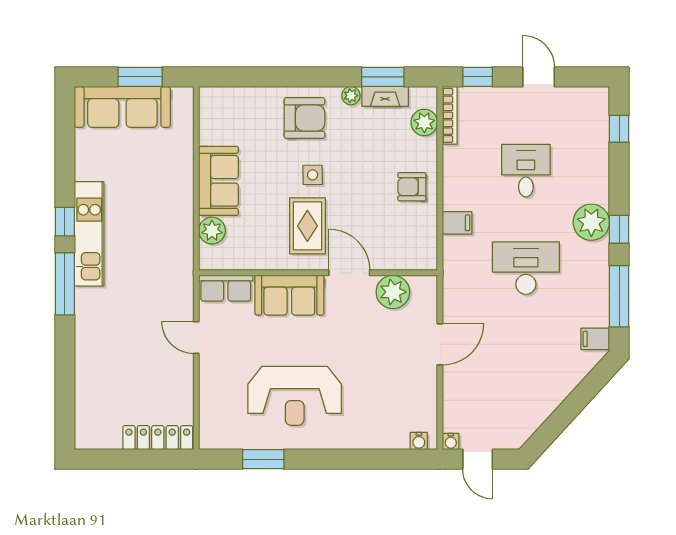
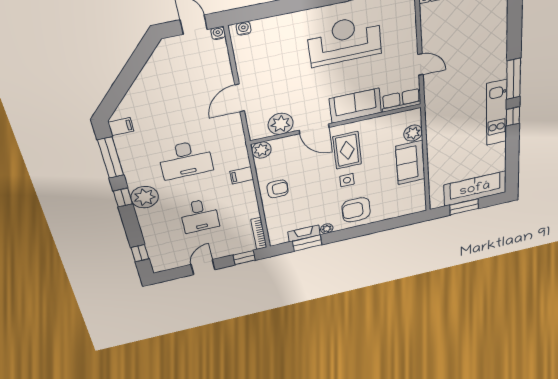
door: (539, 77) -> (203, 267), swing flipped
plant: (424, 122) -> (261, 150), moved

